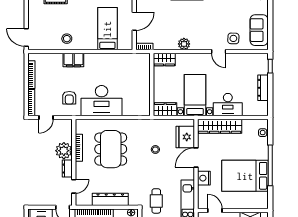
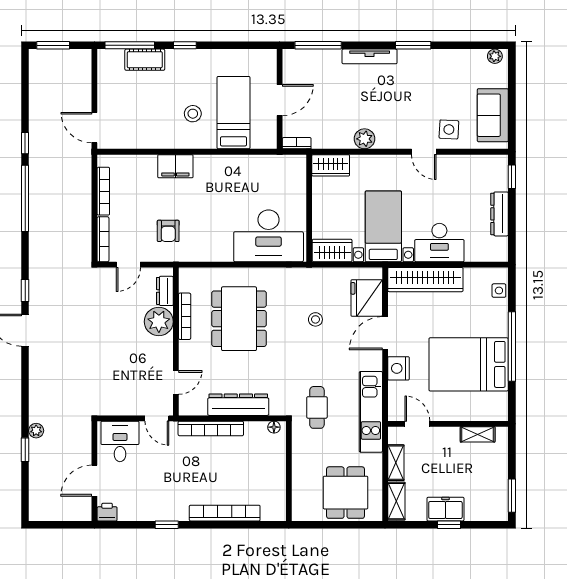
stool: (67, 39) -> (193, 114), moved
desk: (102, 101) -> (269, 236), moved
dresser: (67, 169) -> (165, 291), moved

